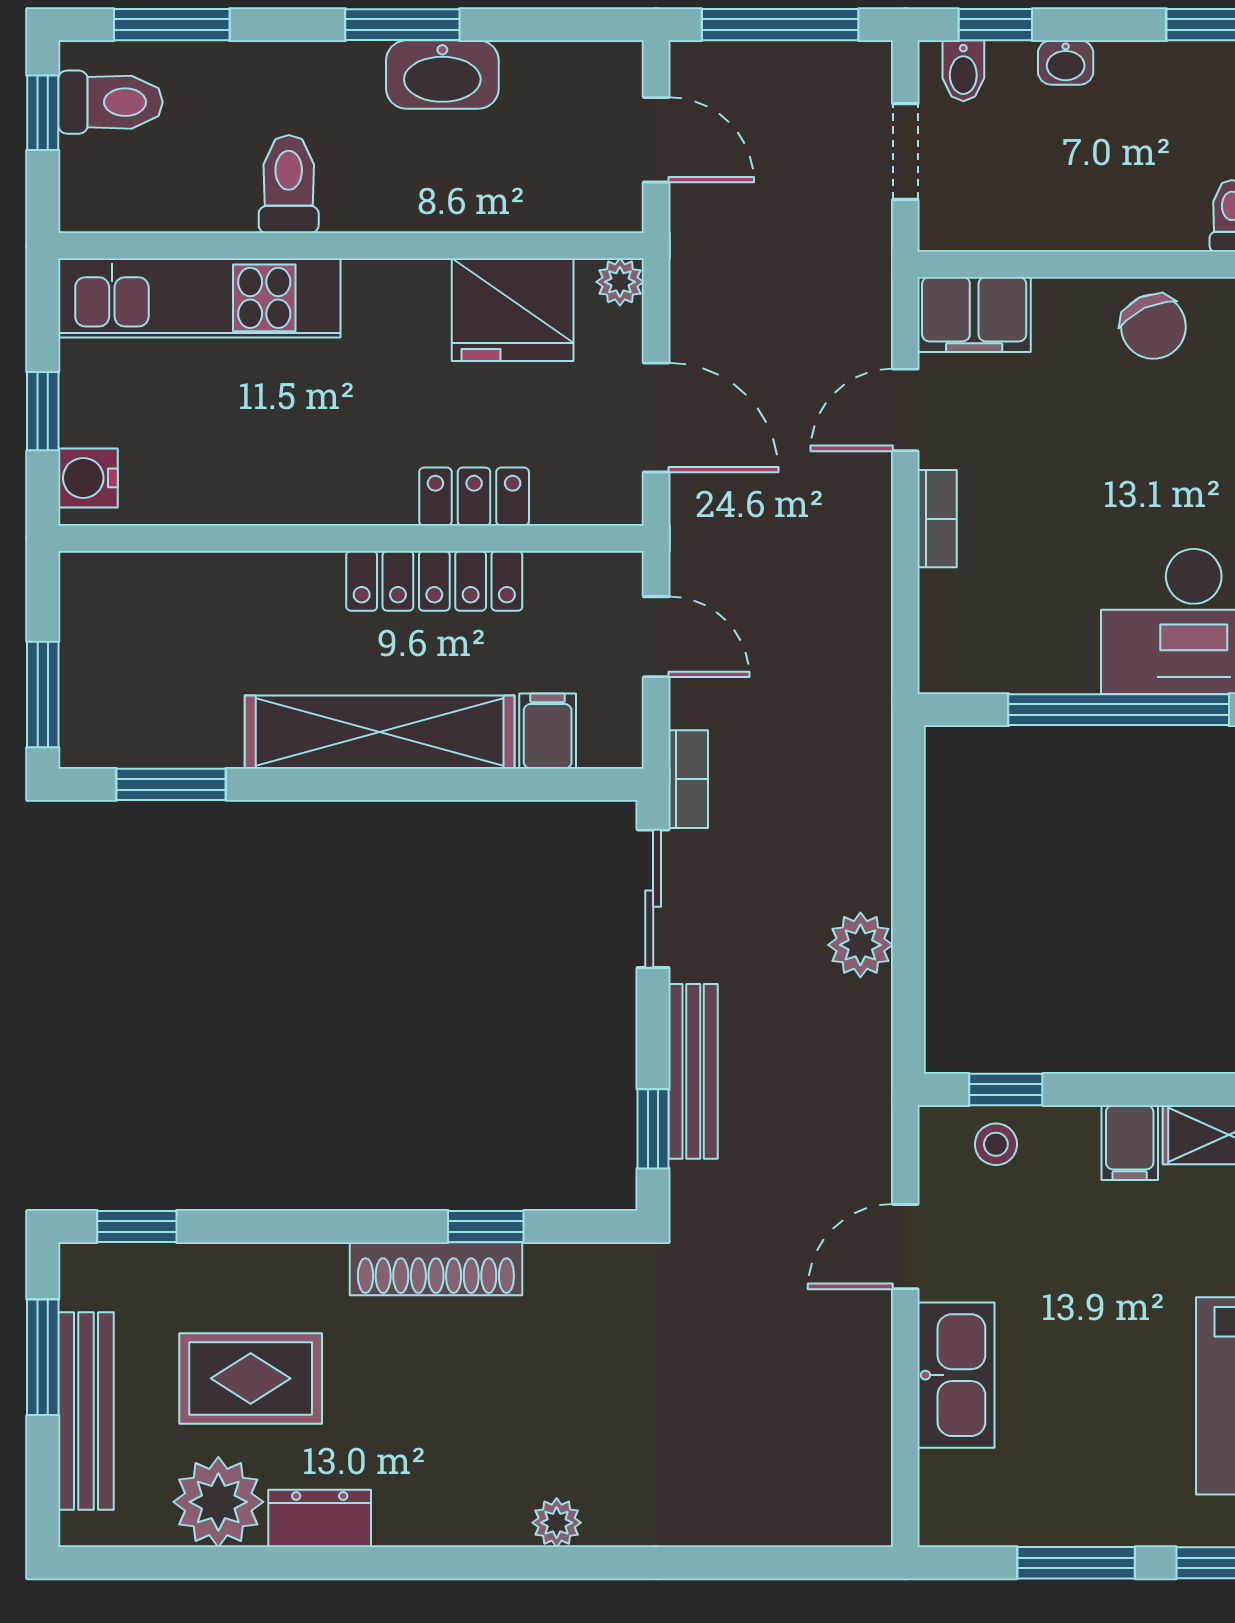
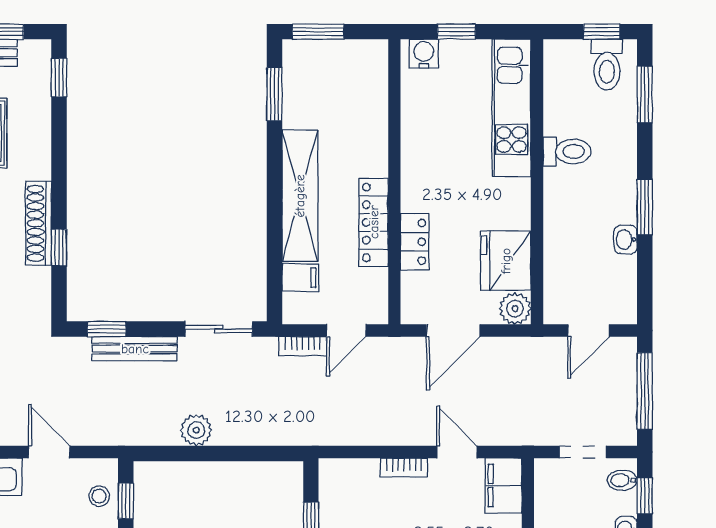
washbasin: (442, 75) -> (626, 239), width x0.52, depth x0.69
plant: (620, 282) -> (515, 309), width x1.38, depth x1.38
bookcase: (688, 779) -> (303, 346), moved

